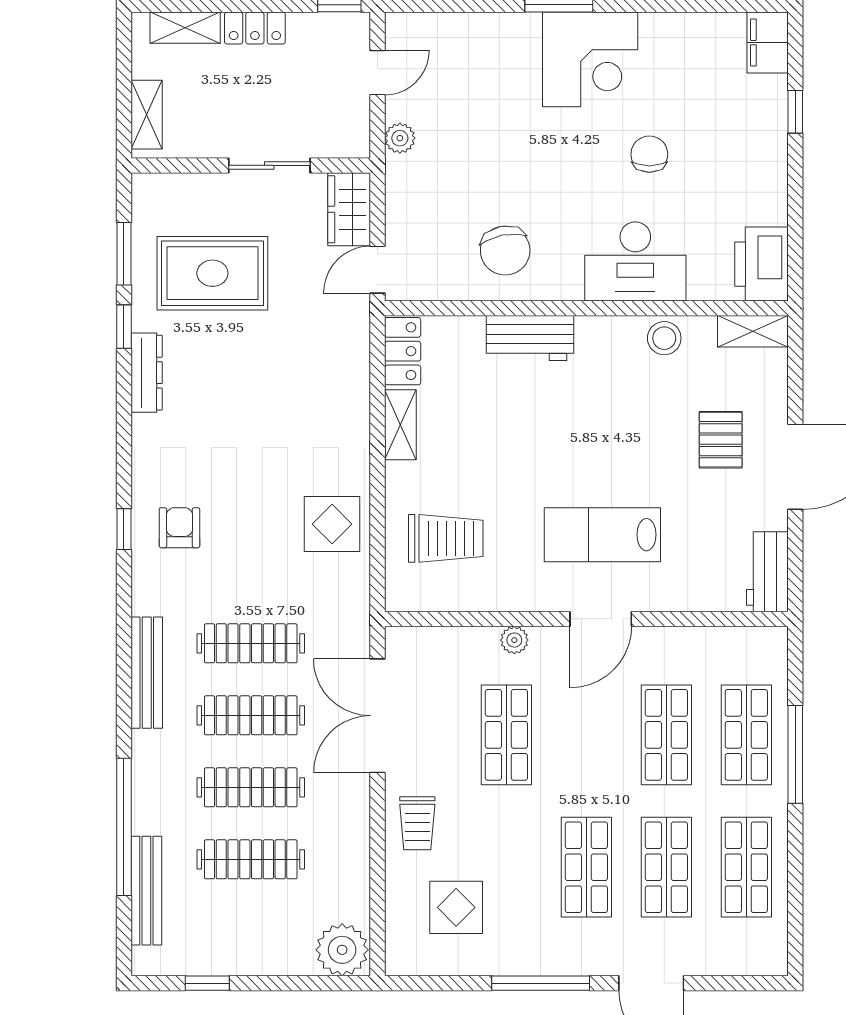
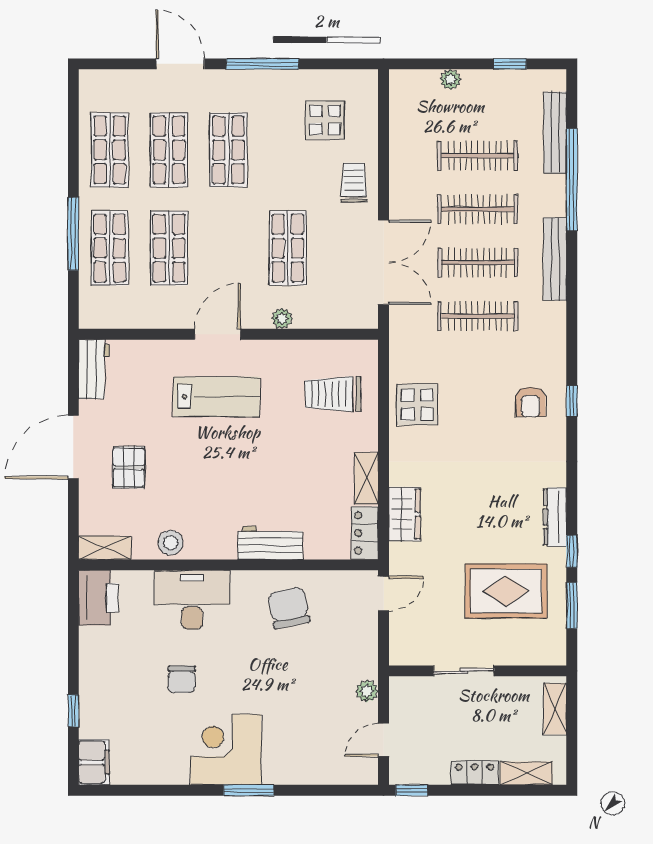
wardrobe: (349, 209) -> (405, 514), moved
bench: (147, 673) -> (555, 259), moved
plant: (342, 950) -> (451, 79), moved, width x0.53, depth x0.53

